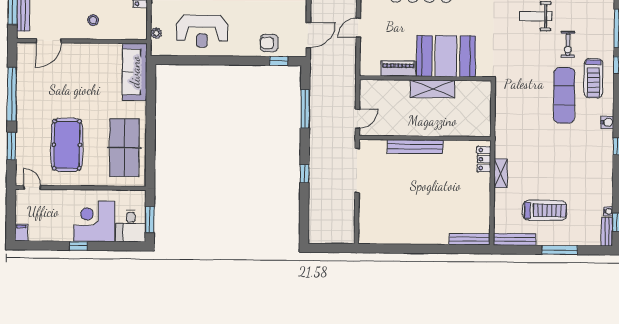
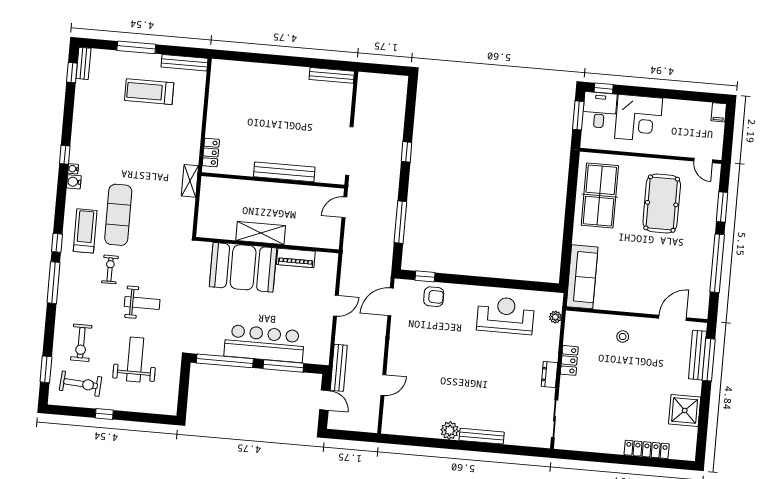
shelving: (501, 173) -> (190, 181), moved
water cooler: (608, 211) -> (73, 169), moved
bench: (470, 239) -> (332, 75), moved
window: (79, 246) -> (604, 88), moved

